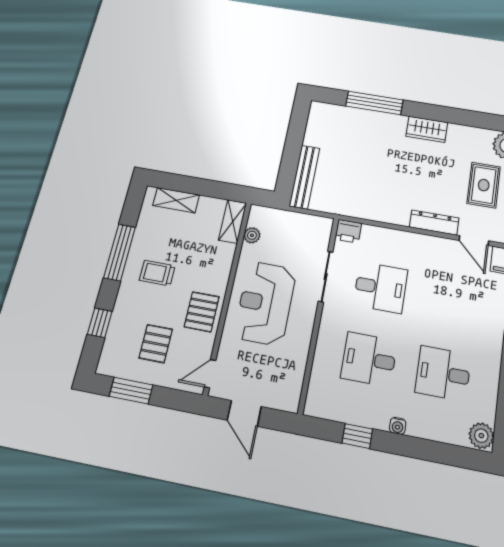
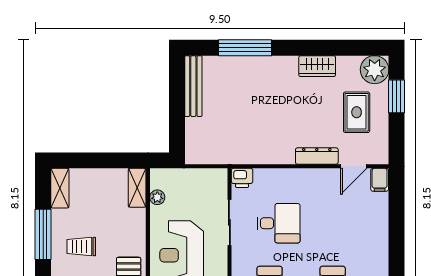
wardrobe: (427, 129) -> (317, 66), moved
bench: (304, 177) -> (193, 86), moved
shelving: (176, 200) -> (60, 188), moved, turned 90
door: (474, 241) -> (354, 166), hinge flipped

